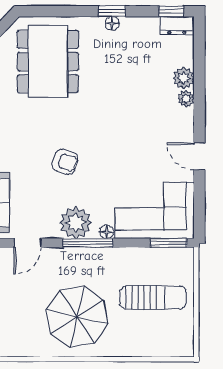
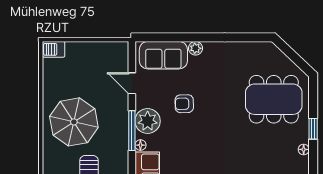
window: (112, 11) -> (313, 129), moved
armchair: (65, 162) -> (184, 104), moved, turned 71

